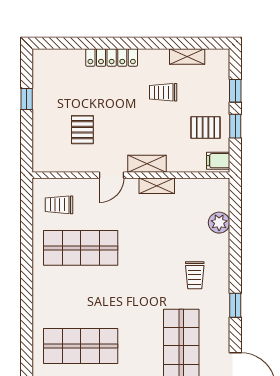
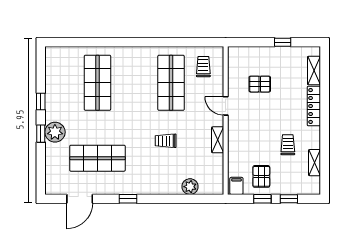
shelving: (147, 164) -> (314, 71), moved
trolley: (195, 275) -> (166, 141), moved

